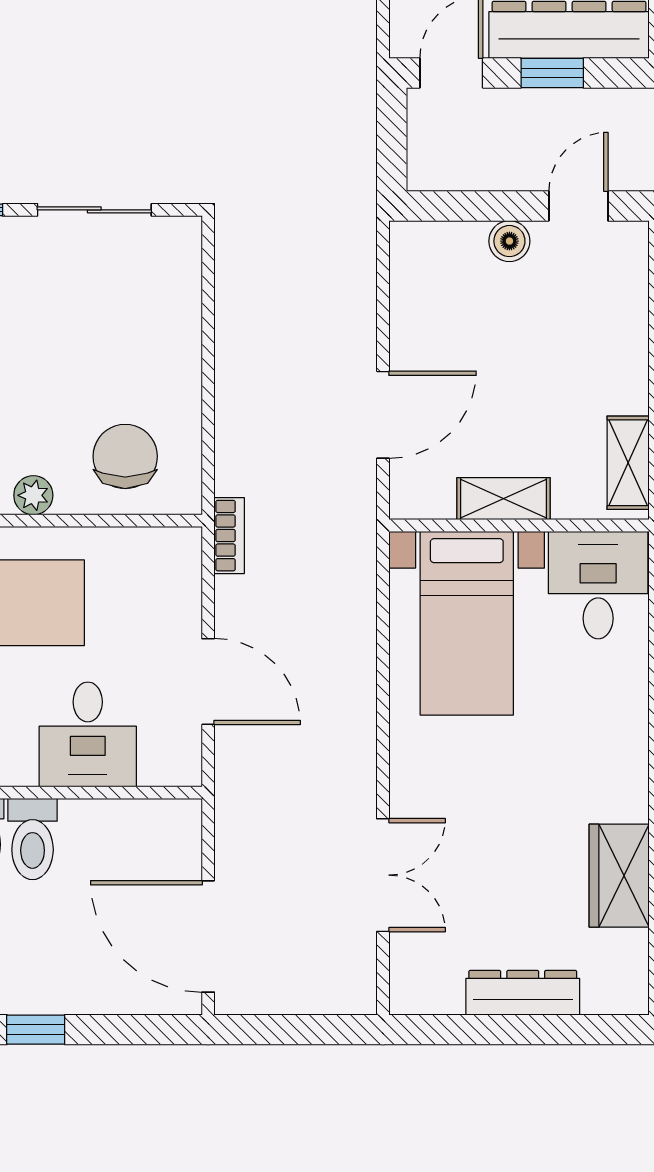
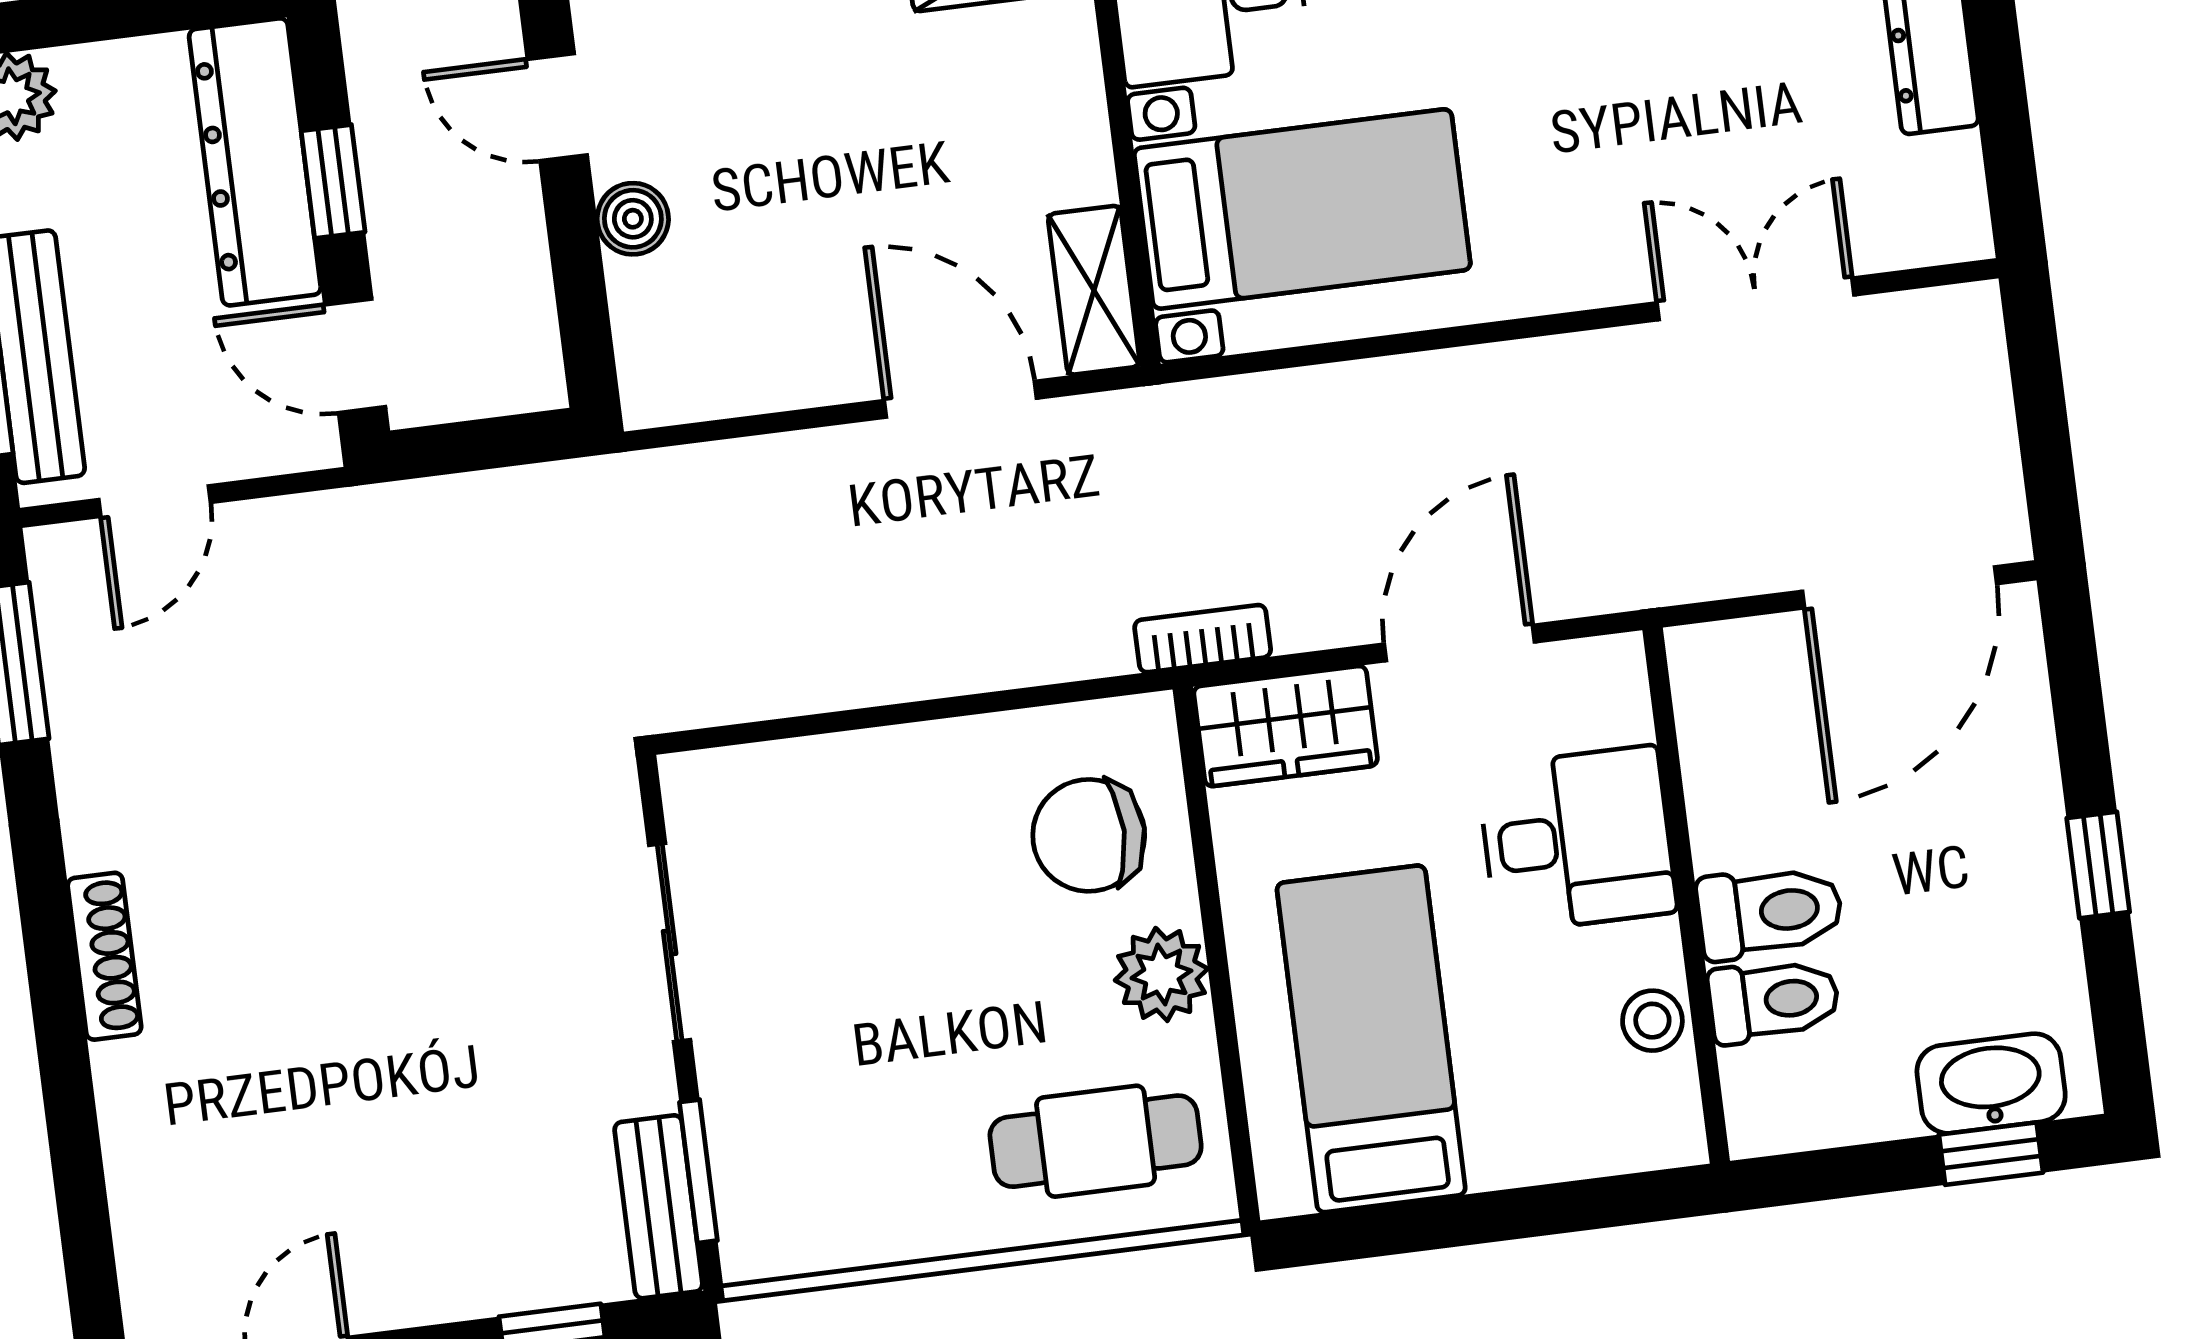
plant: (33, 495) -> (1161, 974), width x1.38, depth x1.38
shelving: (503, 499) -> (1094, 290), moved
wardrobe: (173, 577) -> (1286, 726), added

